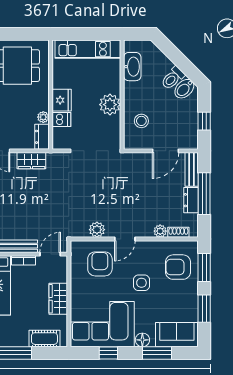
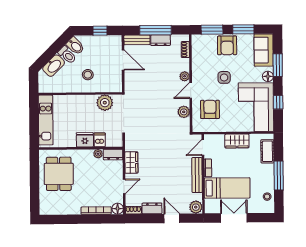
washbasin: (132, 67) -> (54, 66), moved, turned 135
plant: (110, 105) -> (105, 103), moved
stool: (141, 121) -> (88, 75), moved
plant: (160, 231) -> (185, 76), moved
door: (125, 239) -> (191, 90), swing flipped
door: (50, 254) -> (203, 148), hinge flipped
armchair: (100, 264) -> (210, 109), turned 90
armchair: (178, 267) -> (227, 45), moved

